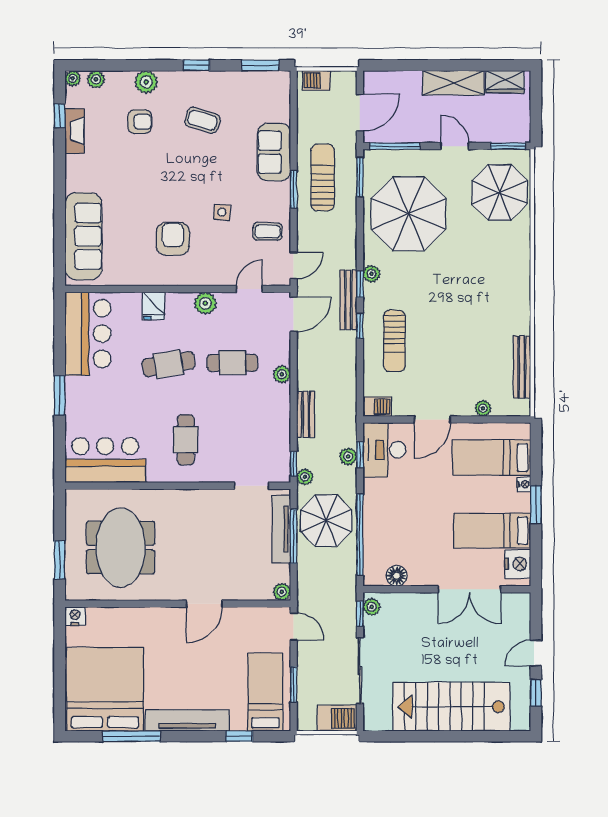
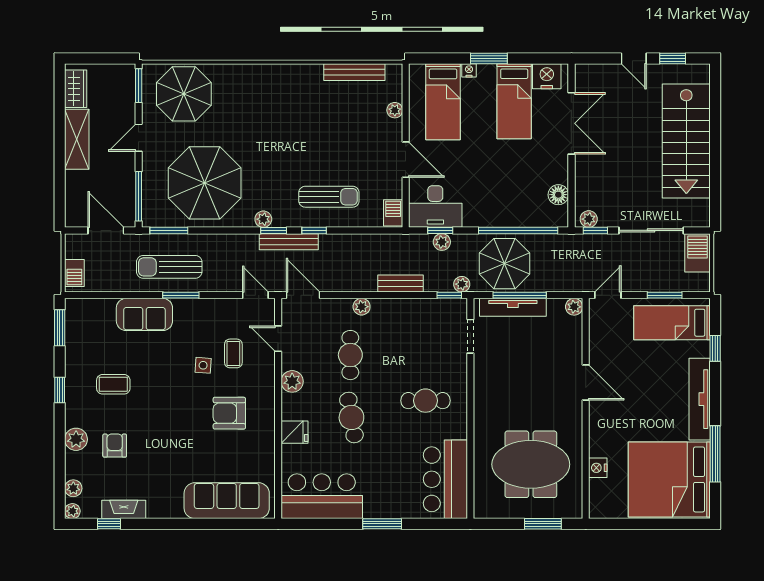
coffee table: (202, 120) -> (113, 384), turned 74
coffee table: (268, 231) -> (233, 353), moved
nightstand: (75, 616) -> (598, 468), moved

